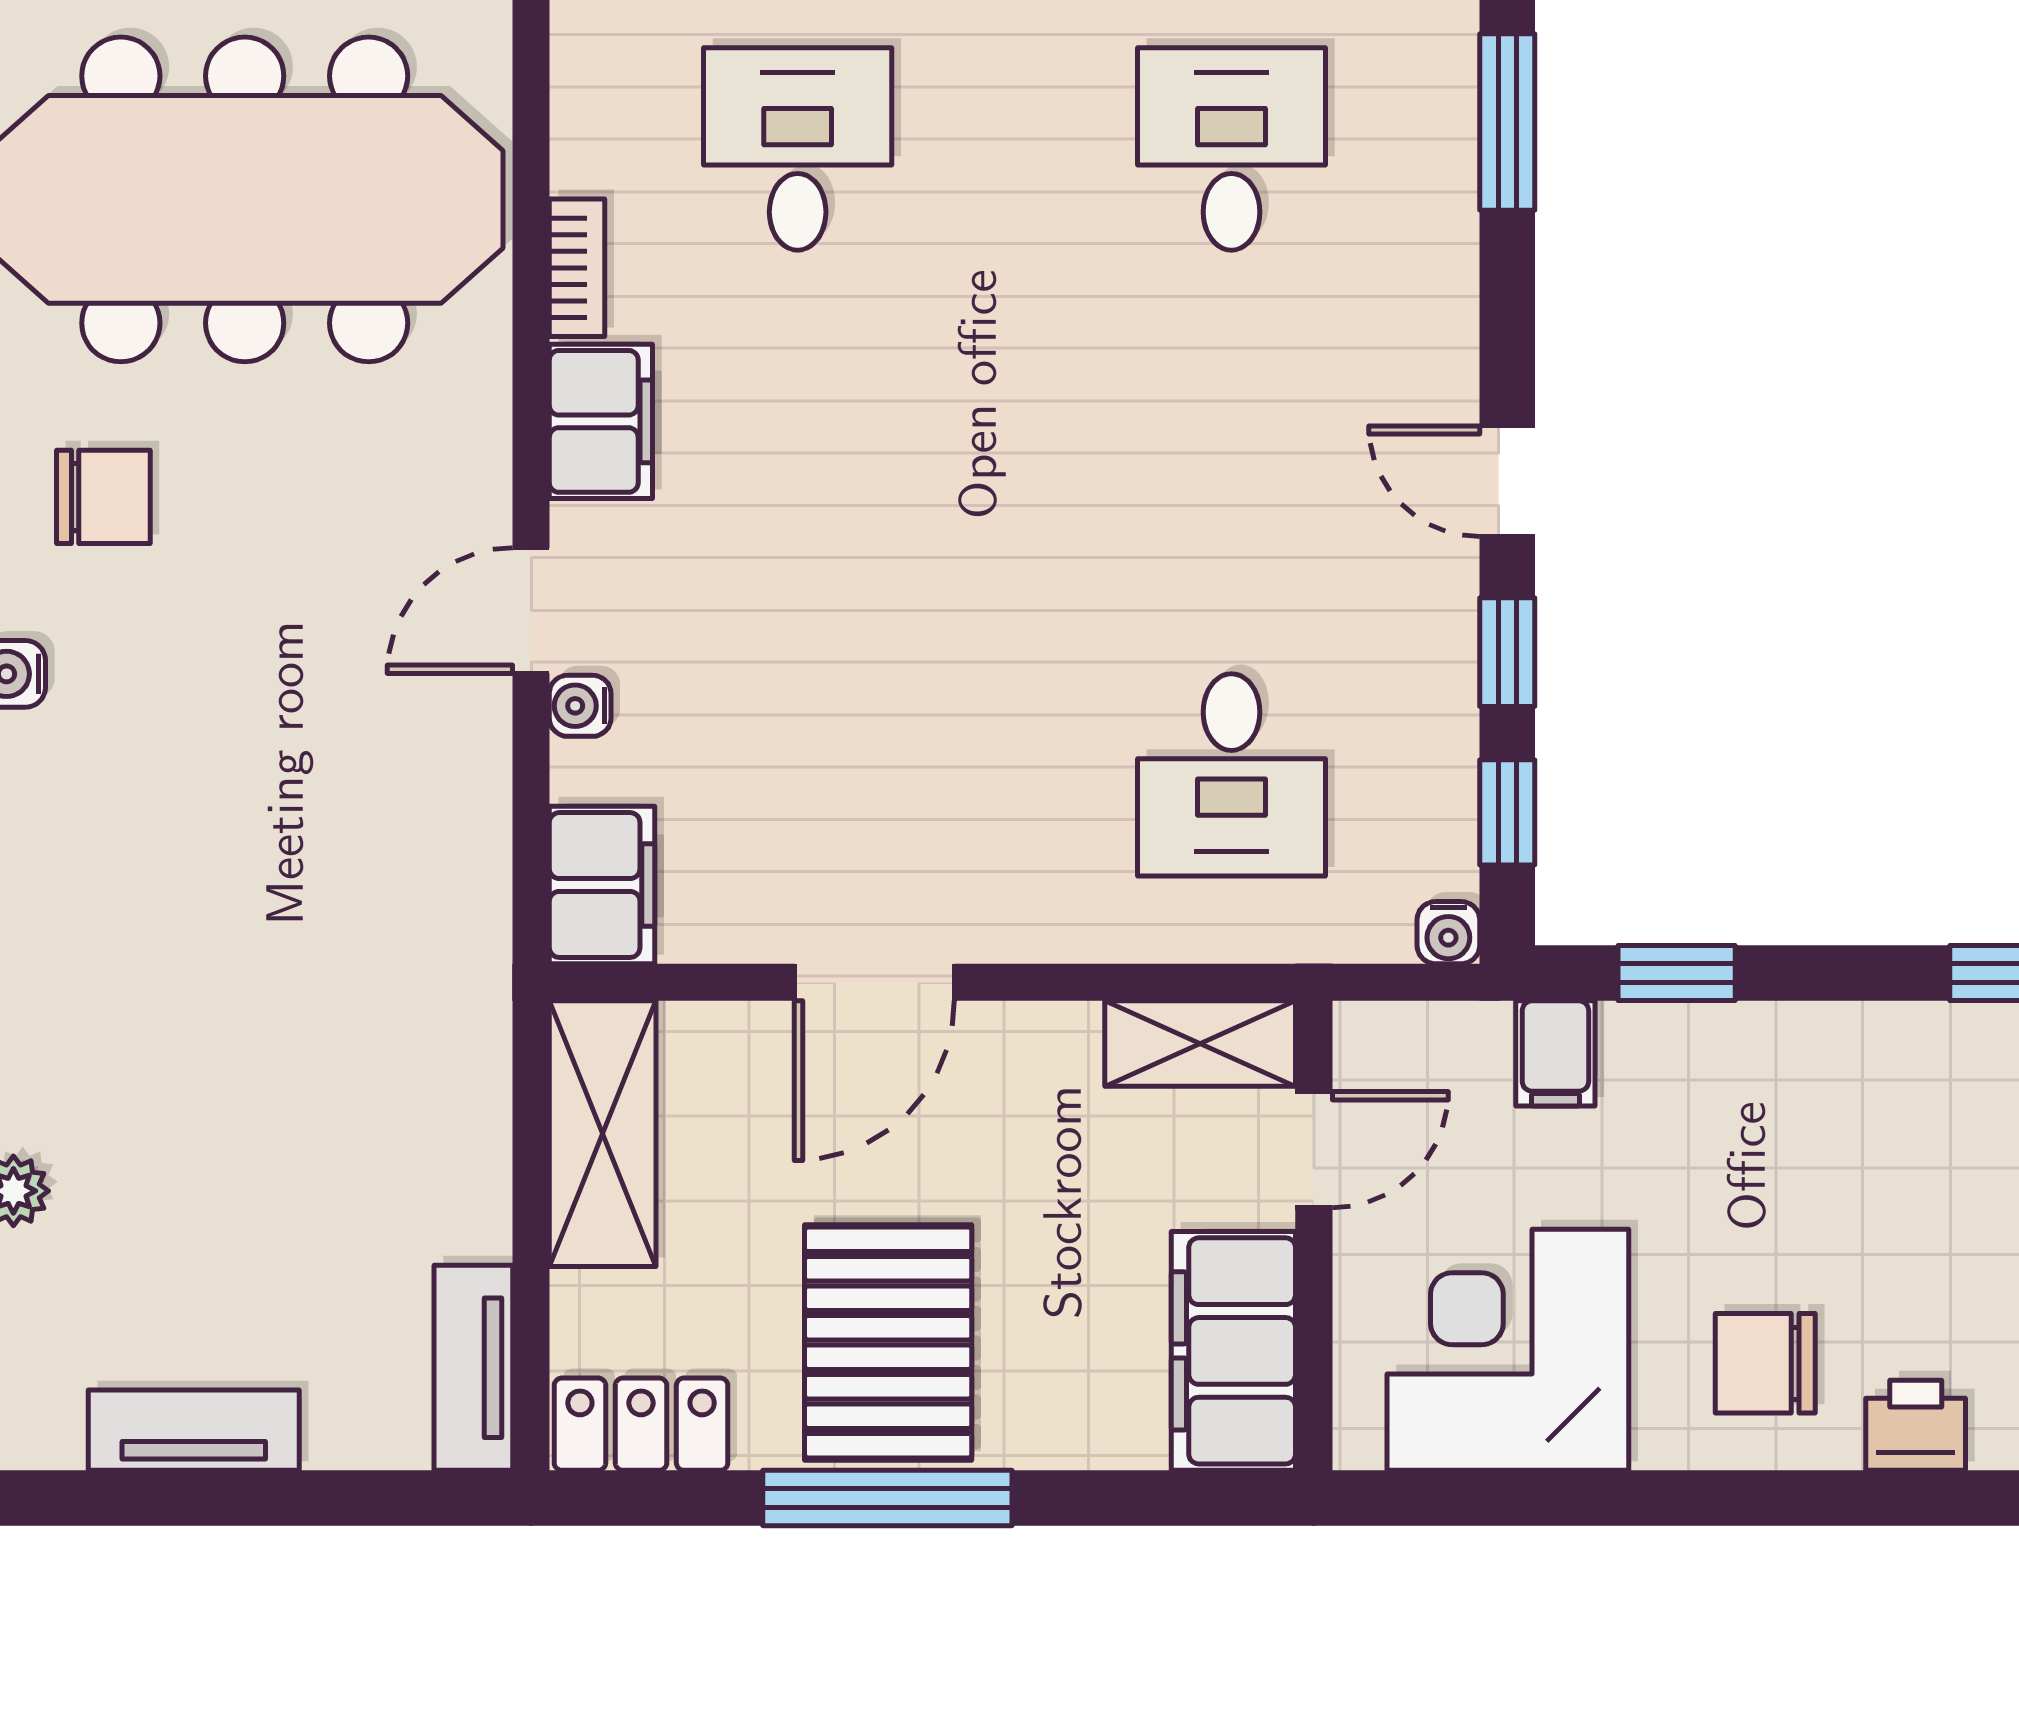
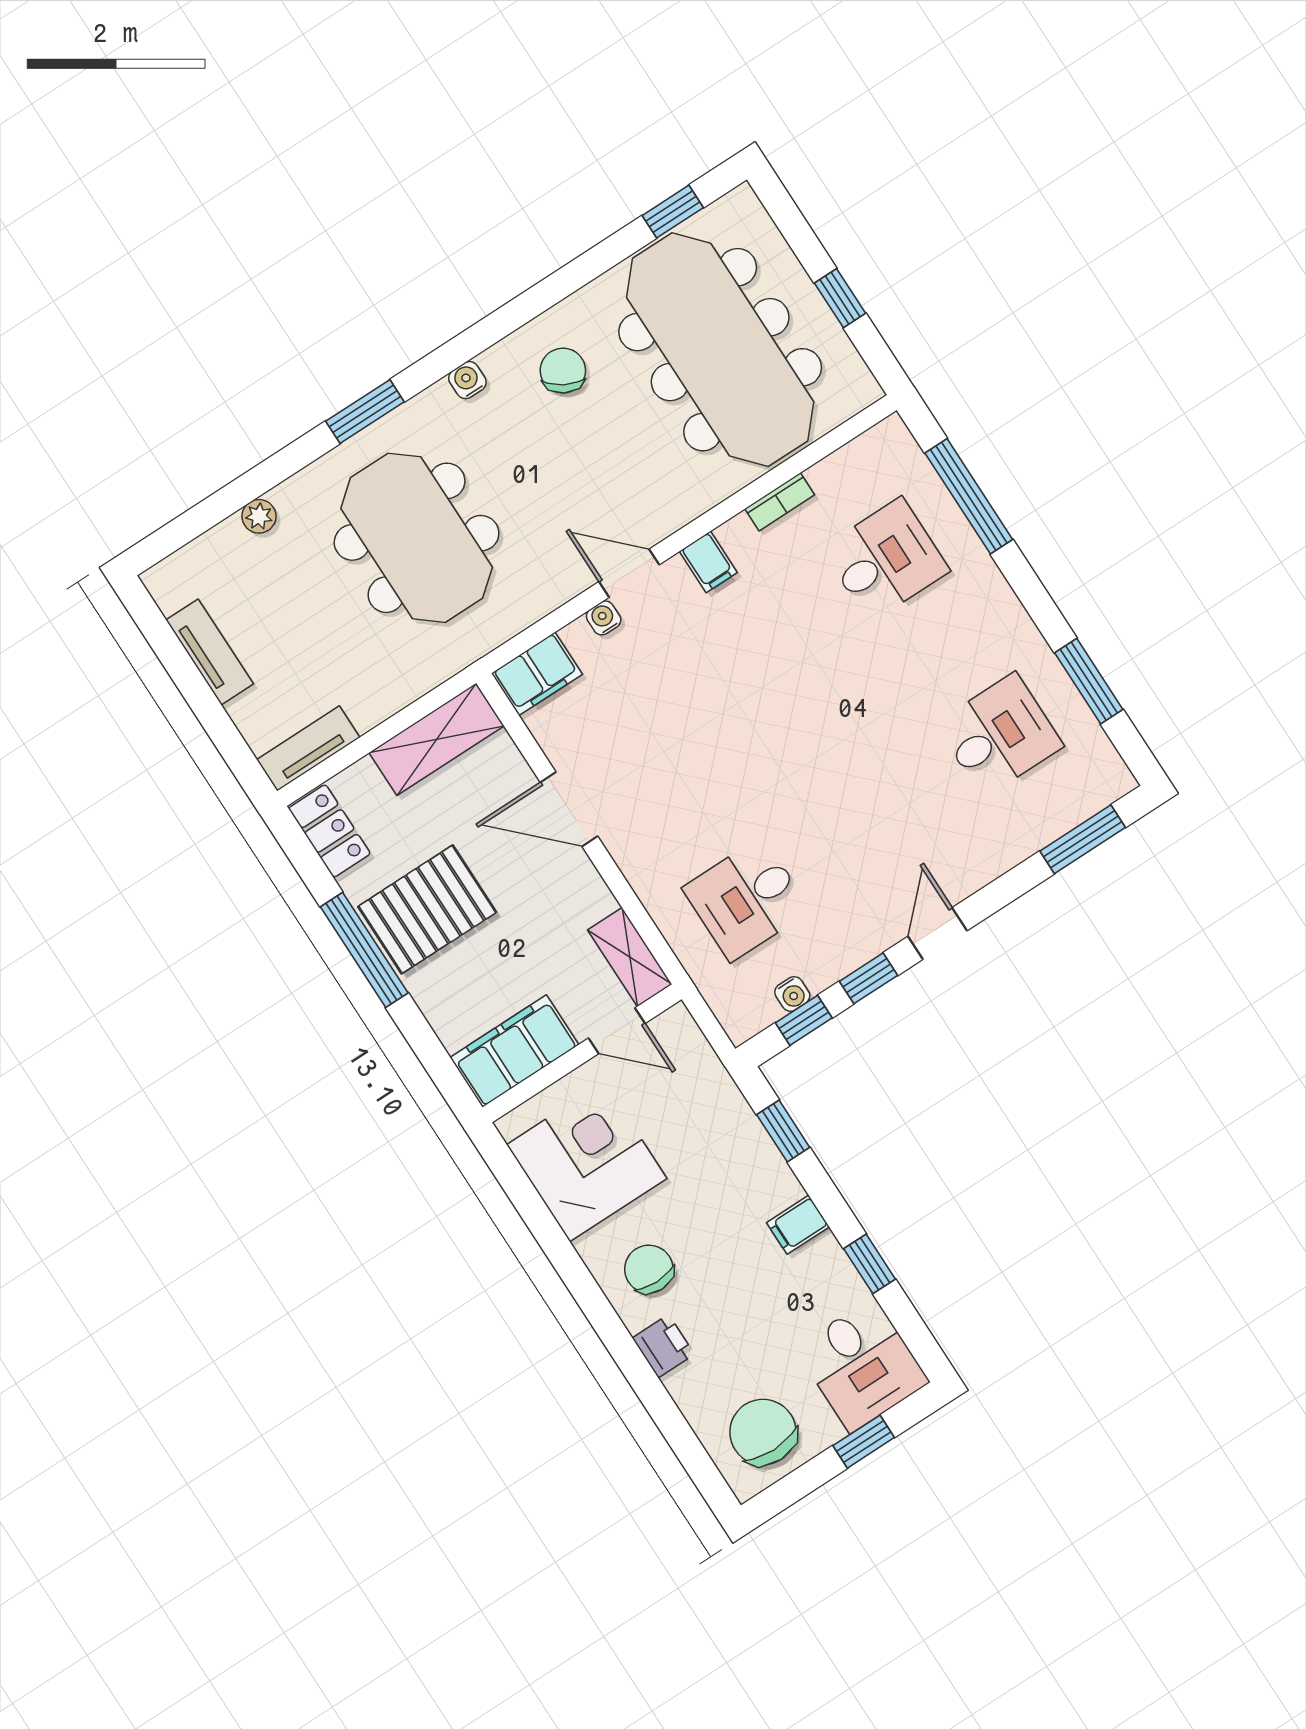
filing cabinet: (601, 421) -> (708, 562), width x0.50
chair: (103, 497) -> (563, 371), turned -150
water cooler: (1448, 933) -> (792, 994), moved, turned -90
meeting table: (229, 941) -> (417, 538), added
filing cabinet: (1555, 1053) -> (798, 1225), moved

